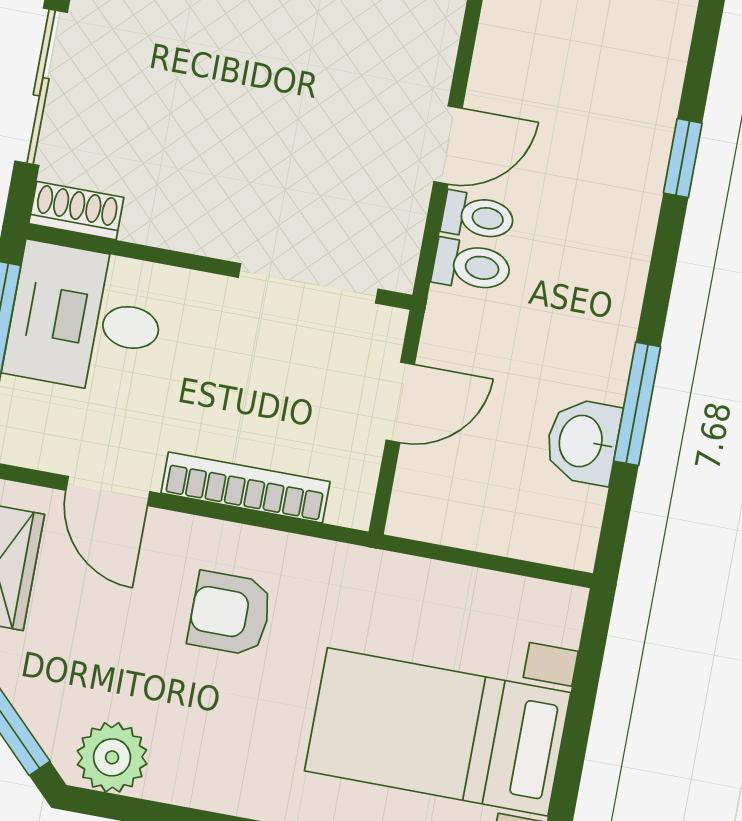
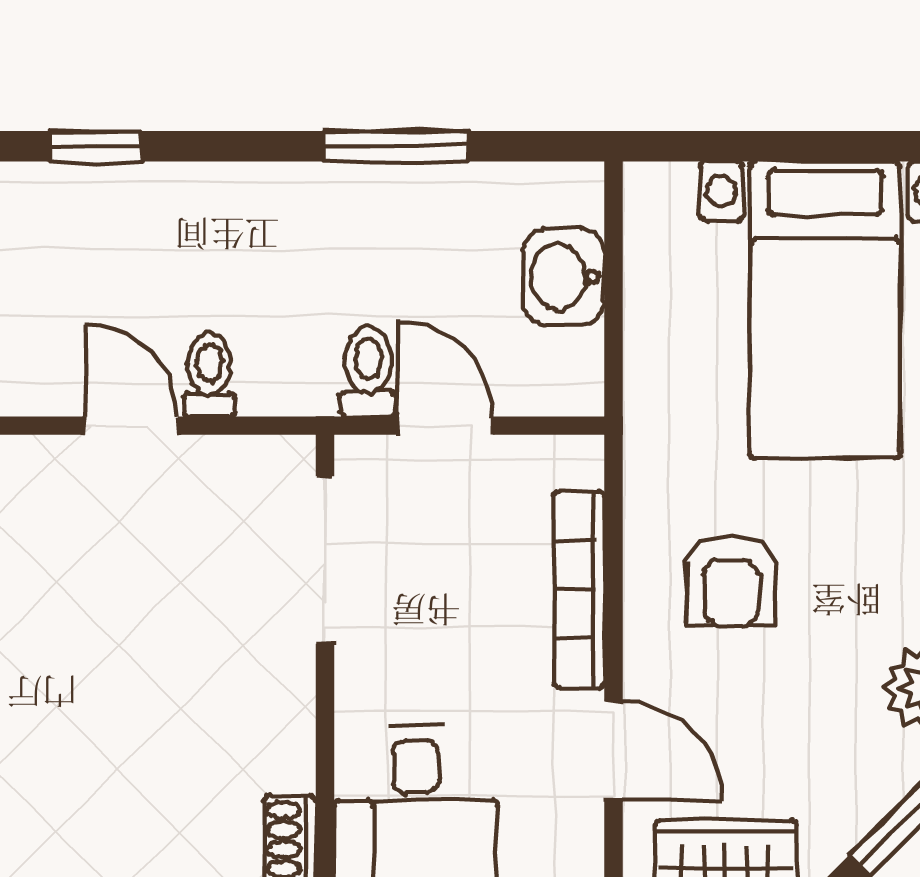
toilet: (472, 266) -> (368, 371), moved
washbasin: (583, 441) -> (564, 277), moved, turned 90
door: (108, 491) -> (614, 751), hinge flipped

